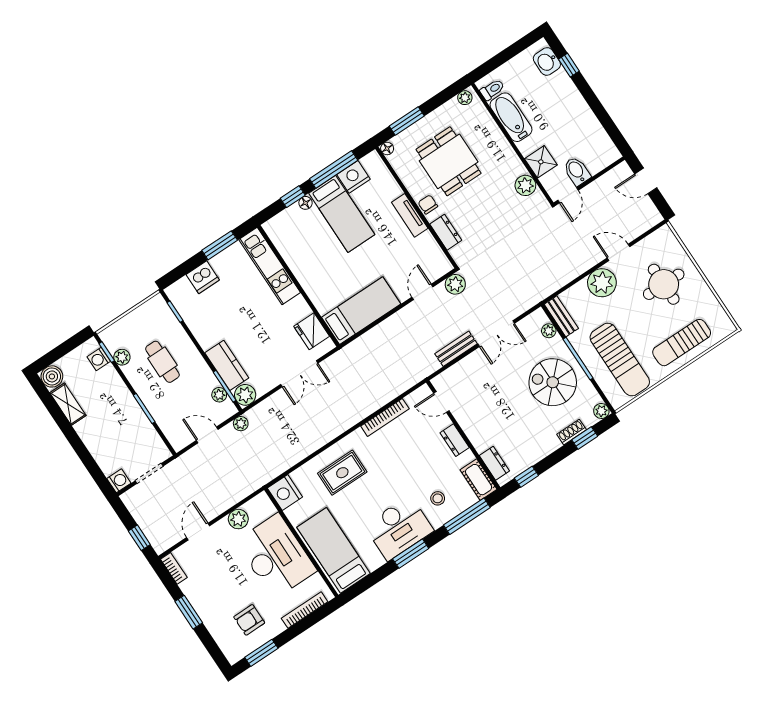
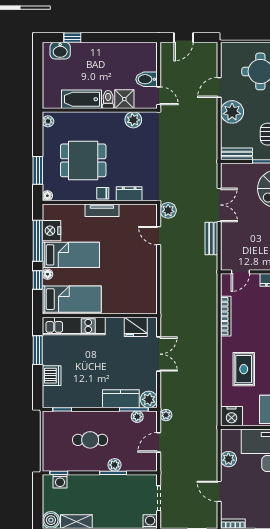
toilet: (492, 90) -> (108, 99), moved
bed: (361, 311) -> (72, 299), moved, turned 90
plant: (549, 331) -> (241, 169), removed
plant: (122, 357) -> (115, 465), moved

